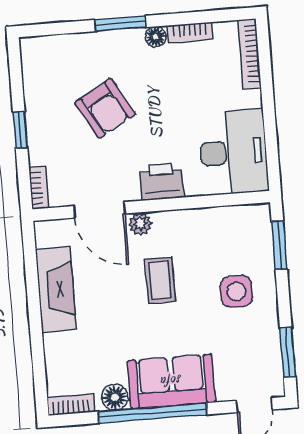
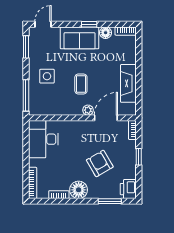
window: (121, 24) -> (110, 201), moved
floor lamp: (155, 37) -> (79, 190), width x1.89, depth x1.89
printer: (162, 182) -> (128, 189), moved, turned 90
door: (99, 210) -> (106, 118), hinge flipped
window: (279, 245) -> (26, 95), width x1.44
window: (153, 413) -> (89, 24), width x0.32

